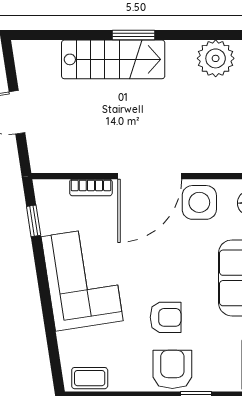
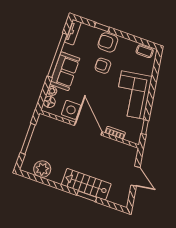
window: (134, 35) -> (87, 196), moved
door: (150, 176) -> (88, 129), hinge flipped
armchair: (172, 369) -> (108, 42), turned 90

